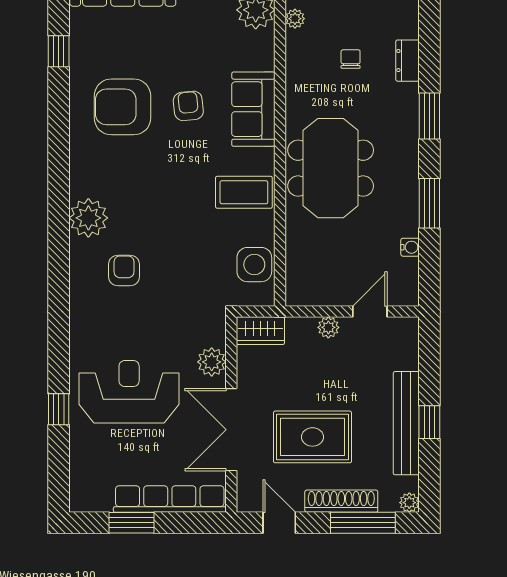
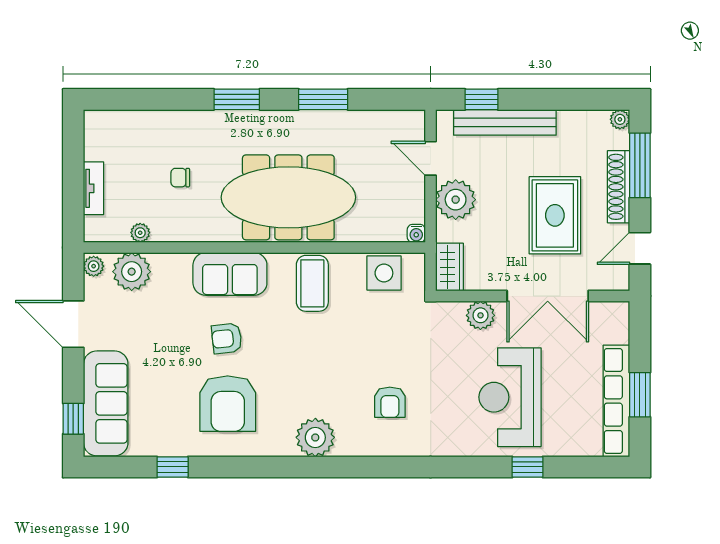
dresser: (407, 61) -> (182, 121), removed
meeting table: (331, 168) -> (288, 197), width x1.36
plant: (88, 218) -> (315, 437), moved
water cooler: (410, 247) -> (416, 233), moved, turned 180
armchair: (124, 270) -> (390, 402), turned -90
plant: (328, 327) -> (456, 200), width x1.88, depth x1.88
window: (429, 422) -> (482, 99), moved
bench: (406, 423) -> (505, 122), moved
row of seats: (170, 499) -> (616, 401), moved

